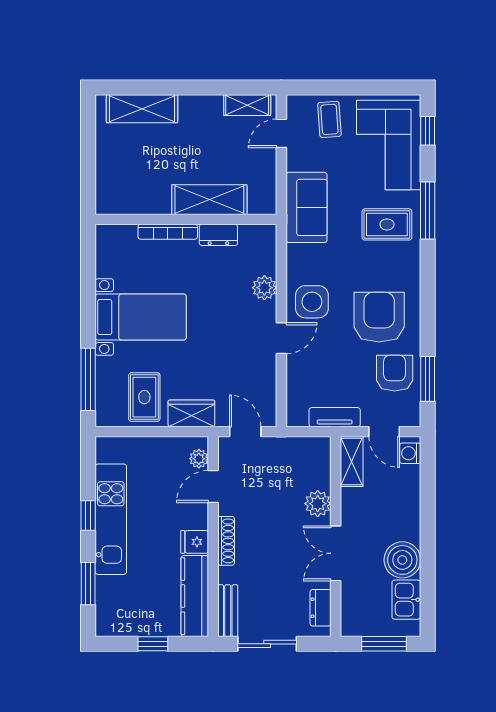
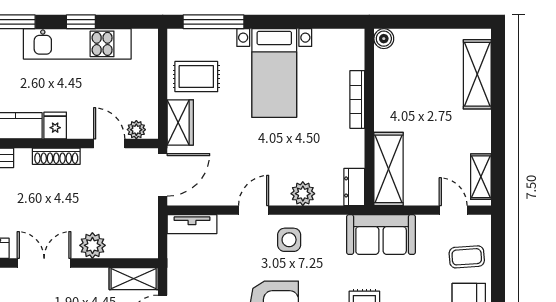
shelving: (209, 200) -> (389, 169), moved
boiler: (105, 205) -> (384, 39), added
dresser: (218, 235) -> (354, 187), moved
side table: (312, 302) -> (289, 240), width x0.73, depth x0.73
door: (281, 338) -> (254, 210), swing flipped
tv unit: (335, 417) -> (192, 224), moved, turned 90
door: (245, 432) -> (163, 175), width x1.38

